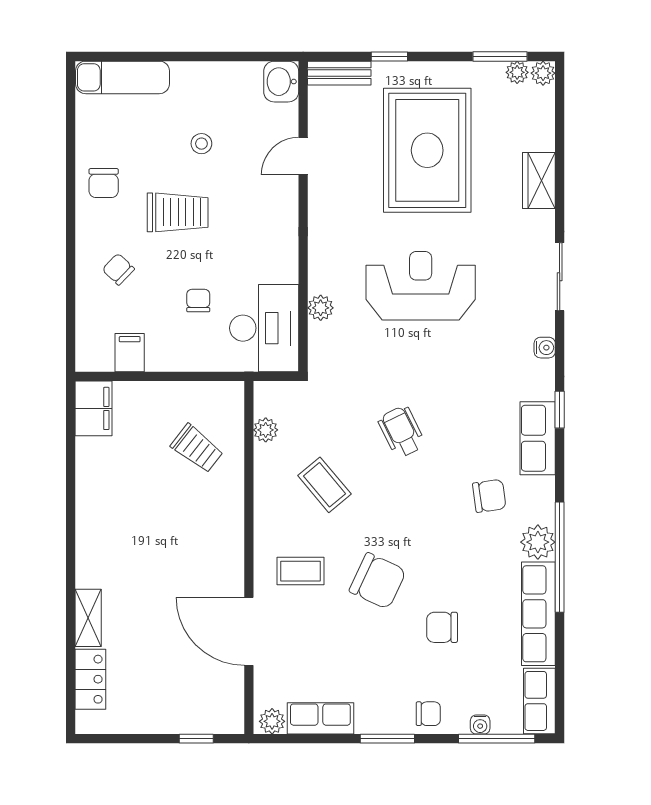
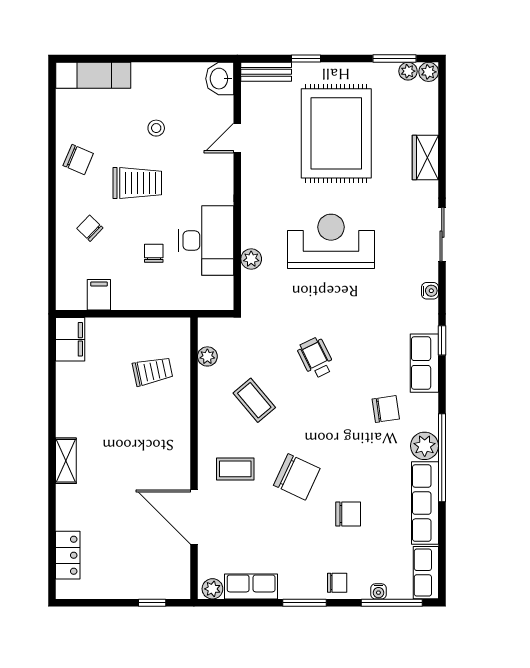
chair: (104, 183) -> (78, 160), turned -67
desk: (264, 328) -> (206, 241), moved
trolley: (197, 448) -> (153, 371), turned -50
shelving: (88, 618) -> (66, 461), moved
chair: (442, 627) -> (348, 514), turned 180

